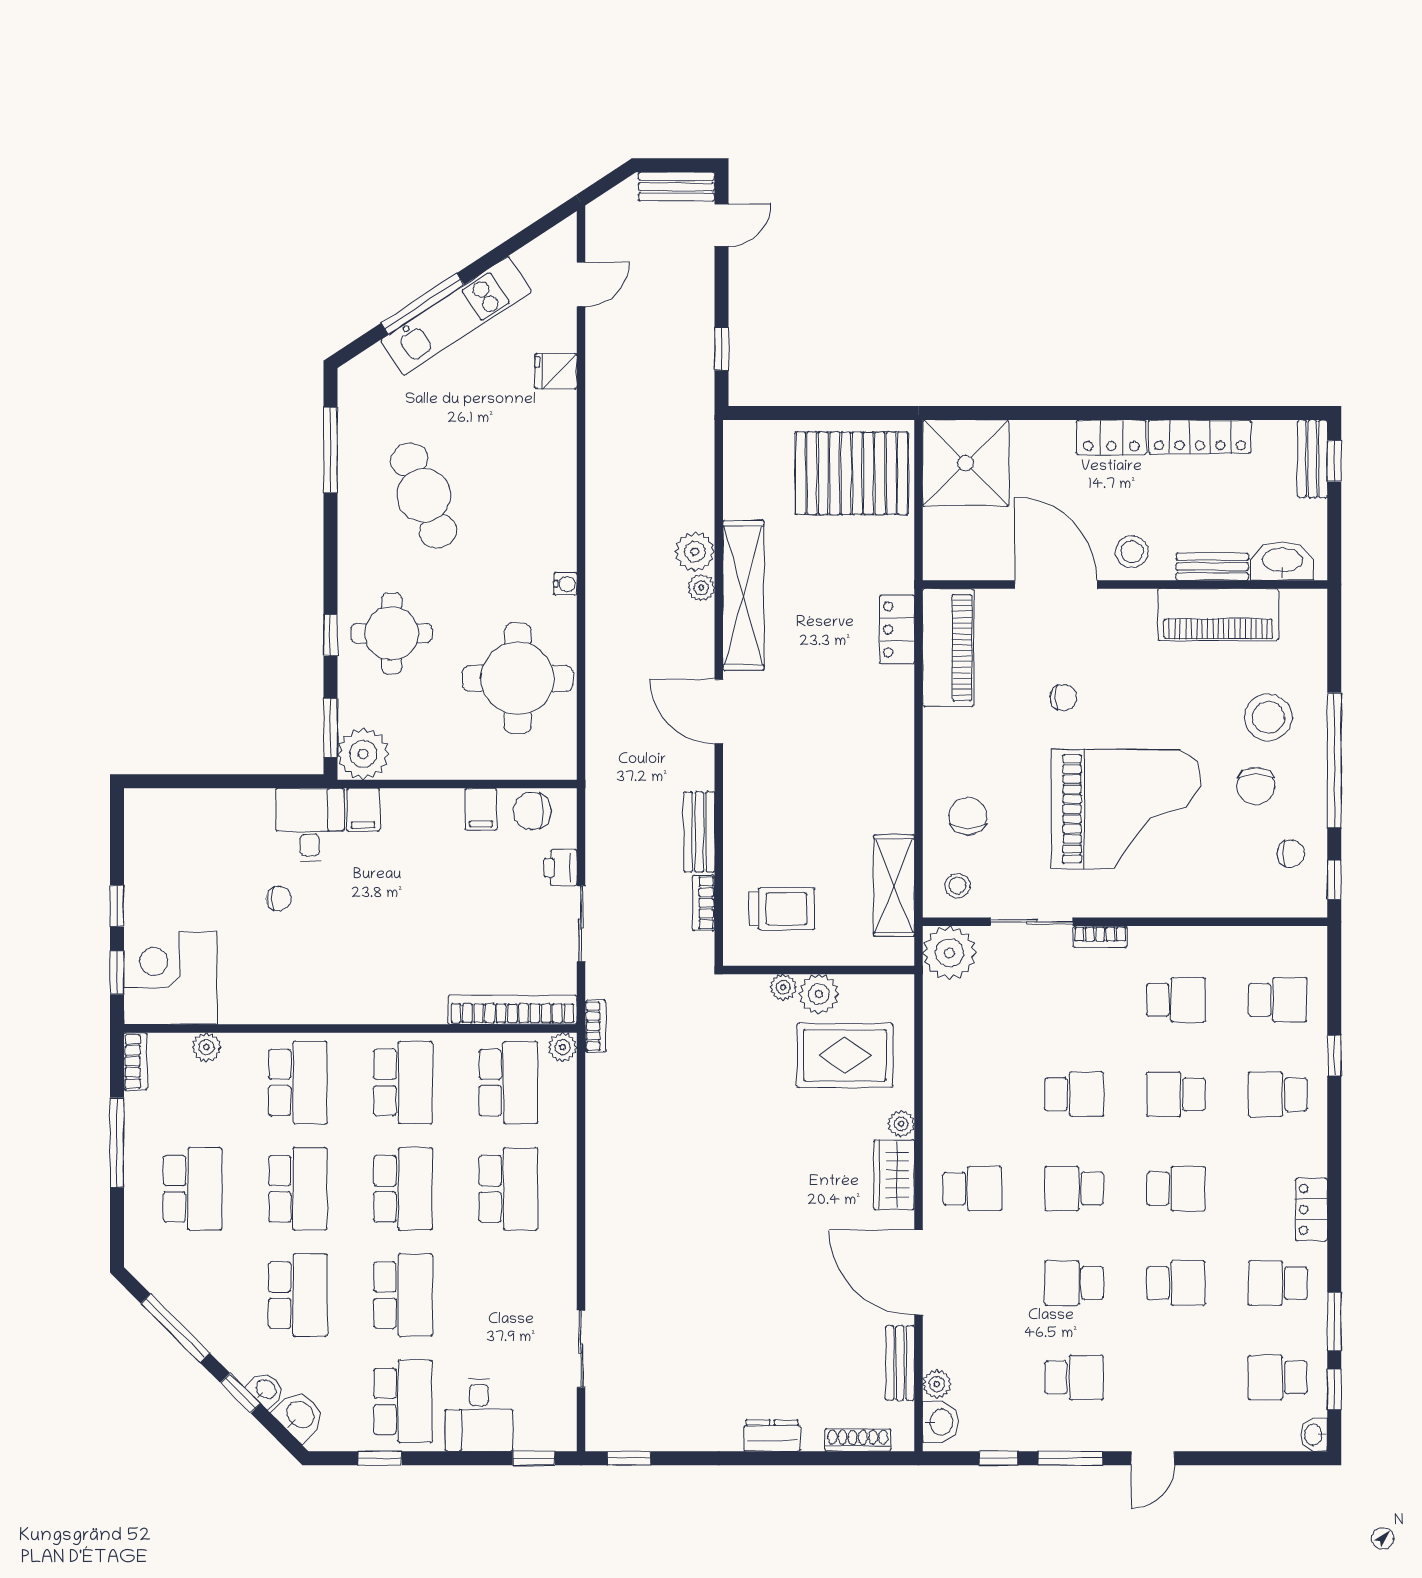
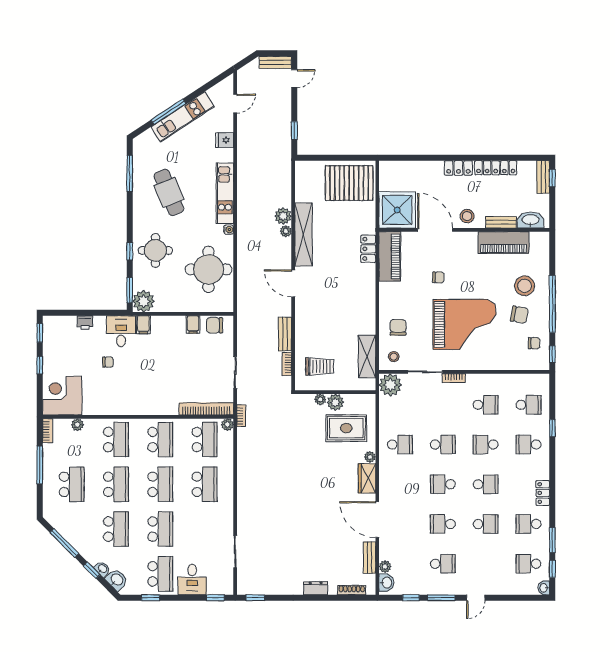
shower: (966, 463) -> (397, 210), moved
kitchen unit: (557, 497) -> (225, 193), added
chair: (1256, 786) -> (519, 315), turned -80
printer: (560, 868) -> (85, 323), moved, turned -90
window: (117, 972) -> (40, 333), moved
school desk: (972, 1189) -> (400, 444), moved

